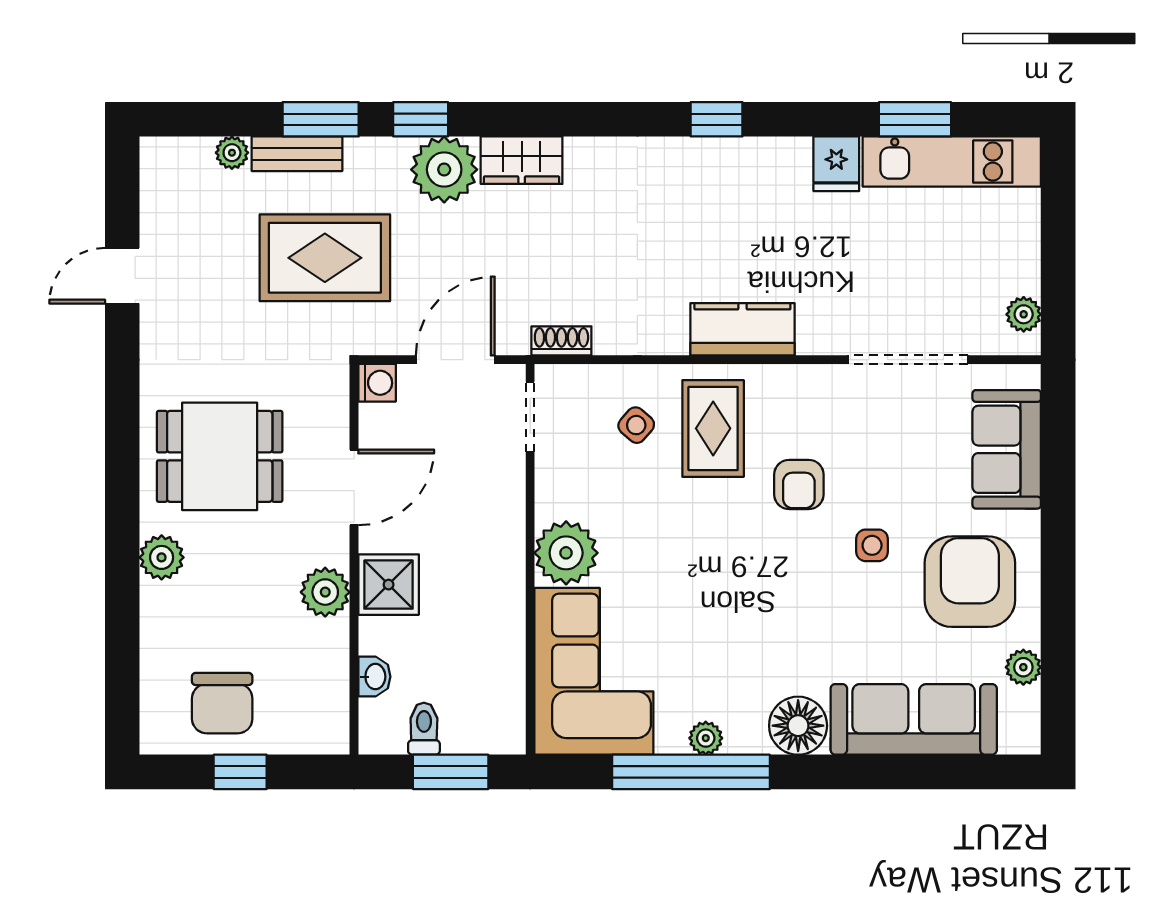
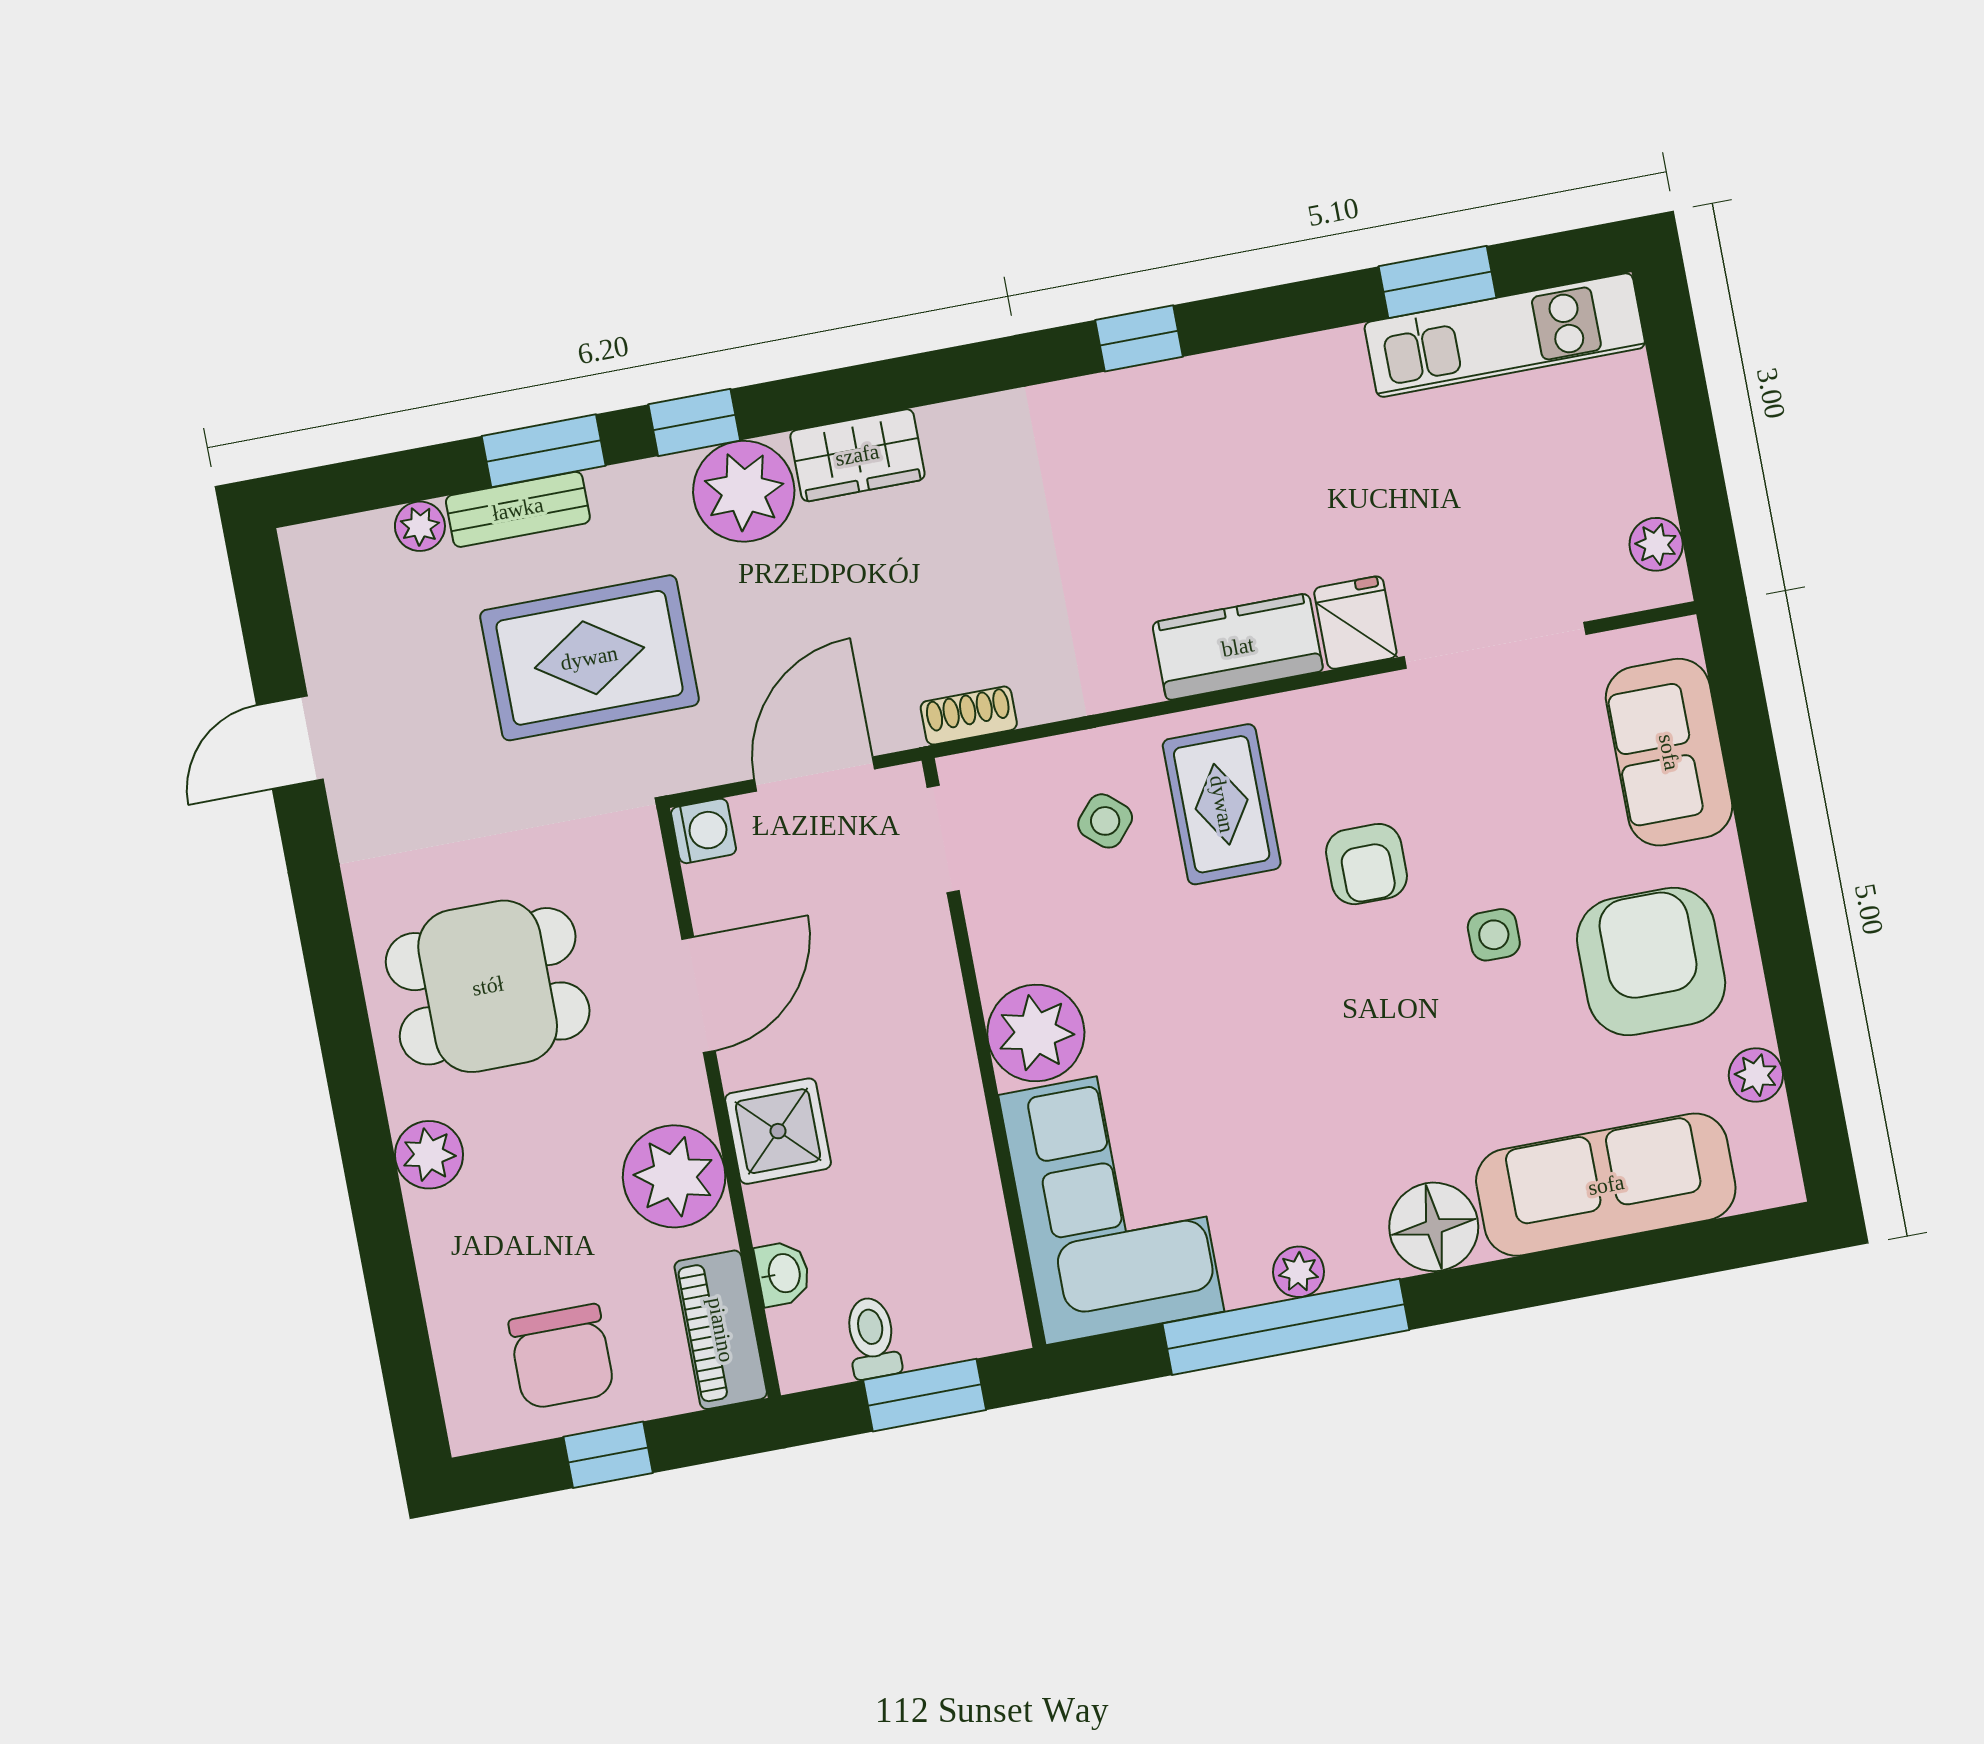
fridge: (836, 164) -> (1355, 623), moved, turned 180
plant: (325, 592) -> (674, 1176), width x1.36, depth x1.36
piano: (328, 705) -> (721, 1330), added

